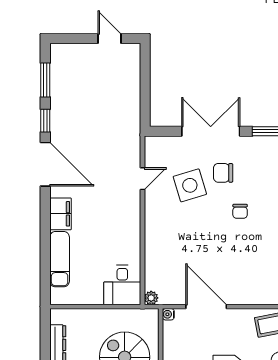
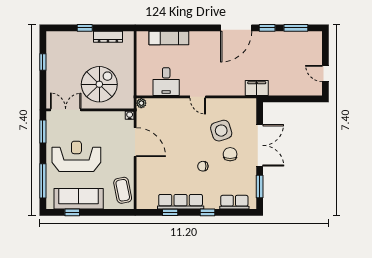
door: (110, 39) -> (325, 74), swing flipped
door: (142, 179) -> (198, 97), moved
filing cabinet: (60, 214) -> (257, 88), moved, turned 180
desk: (122, 285) -> (166, 82), moved, turned -90
door: (206, 307) -> (135, 142), hinge flipped

